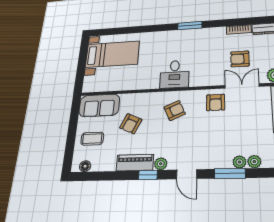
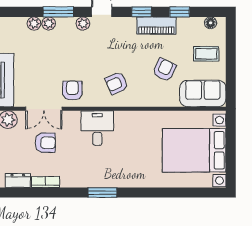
bed with nightstands: (112, 54) -> (194, 150), width x1.36
desk: (175, 74) -> (97, 128), moved
plant: (161, 164) -> (83, 24), moved
window: (112, 176) -> (180, 12), added

